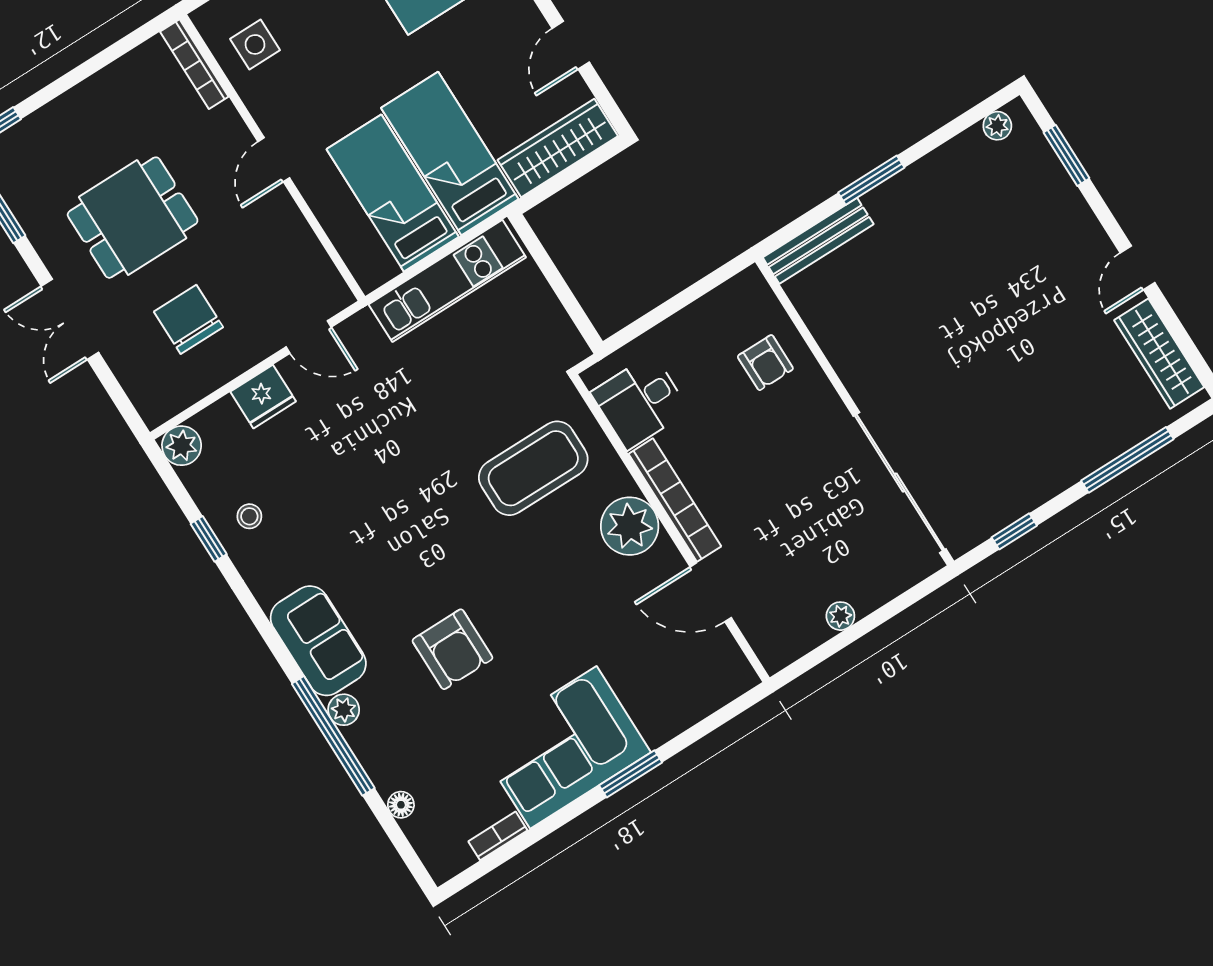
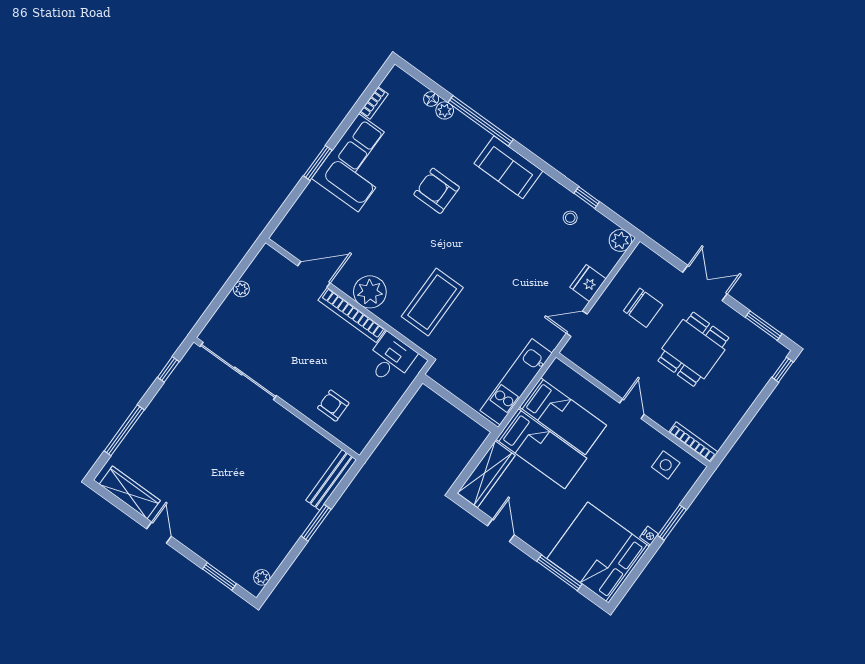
plant: (344, 710) -> (445, 110), moved

